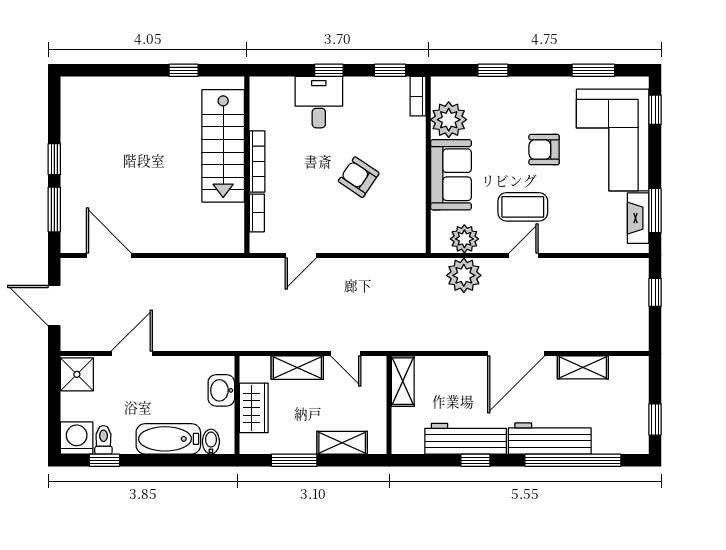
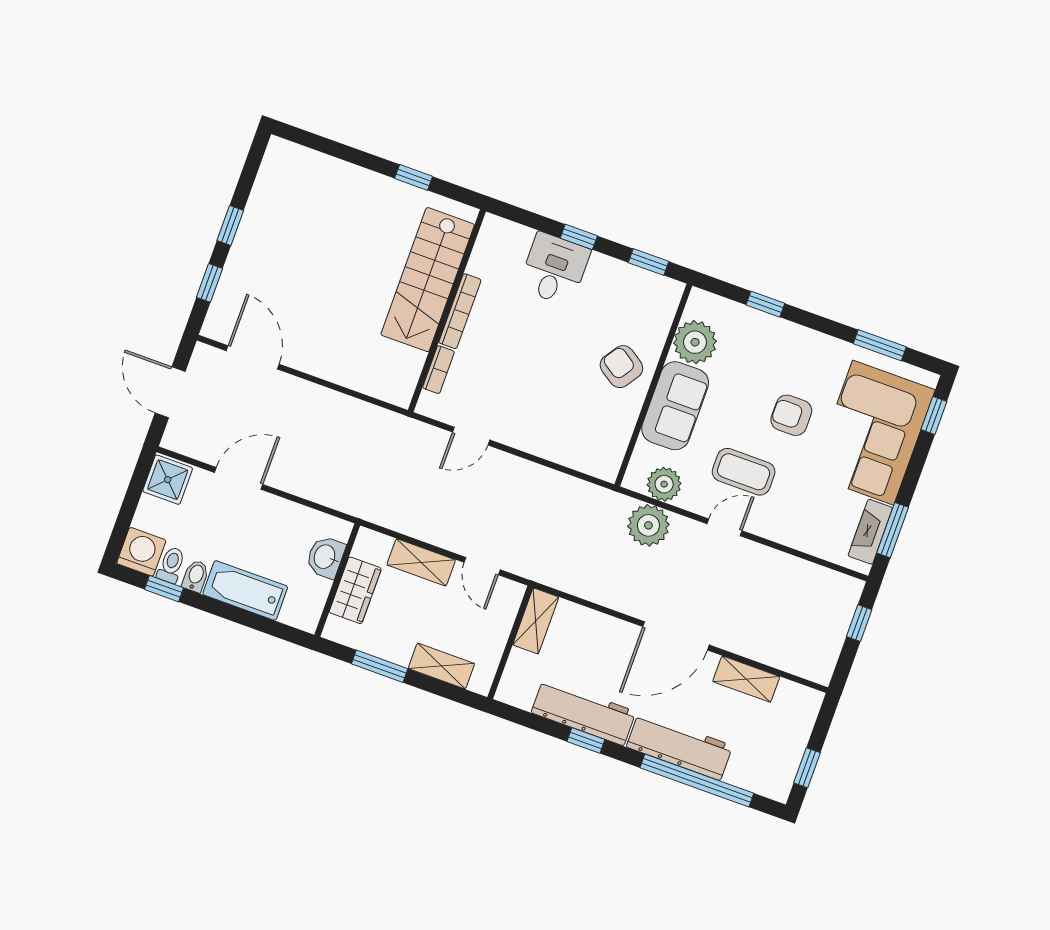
bookcase: (418, 96) -> (670, 303), removed
armchair: (359, 177) -> (621, 367), moved
window: (54, 210) -> (210, 283), width x0.67
bidet: (211, 442) -> (196, 576), moved

